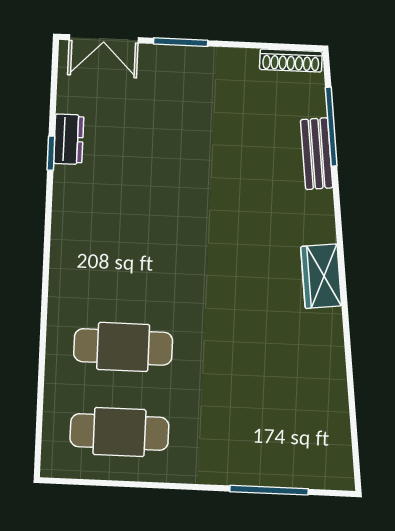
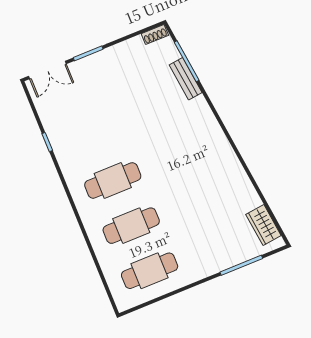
shoe rack: (291, 60) -> (155, 34), width x0.70
dresser: (69, 139) -> (53, 131), removed
cafe table: (127, 262) -> (113, 180), added
wardrobe: (321, 276) -> (263, 225), moved

